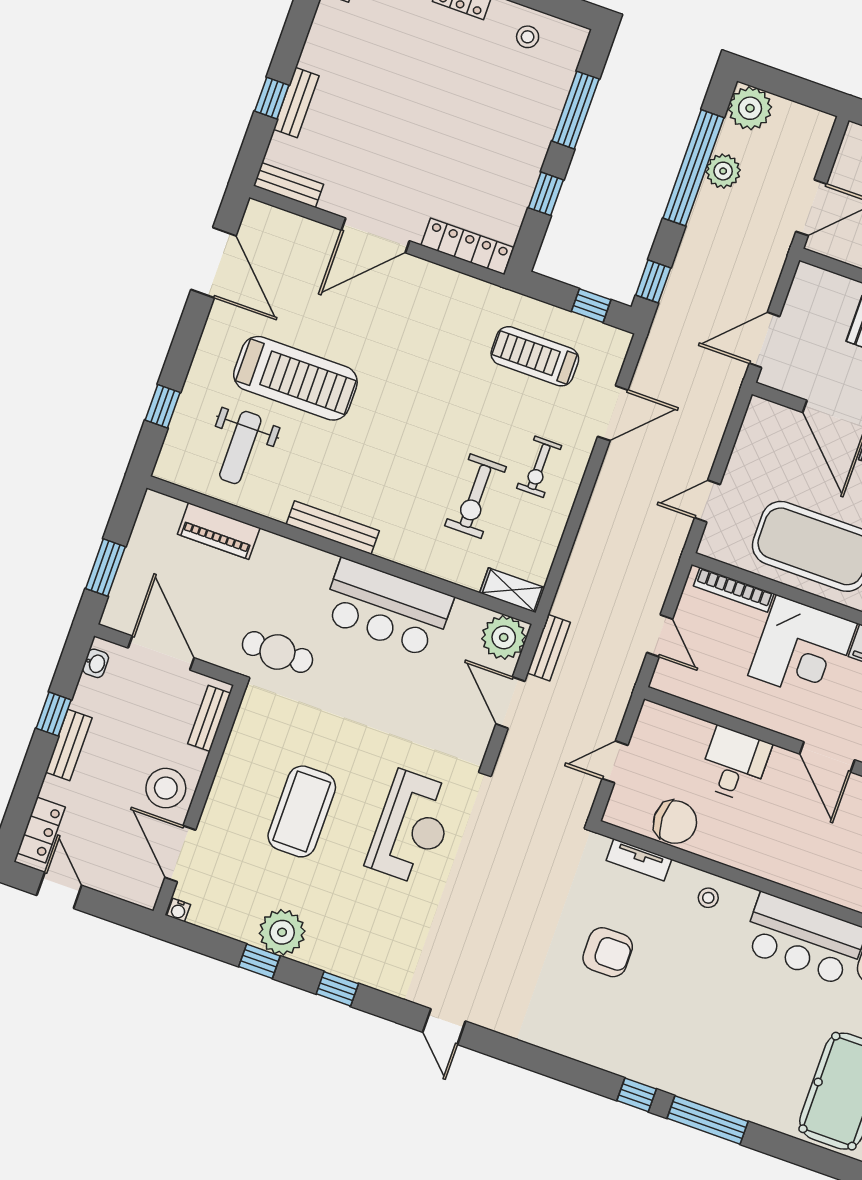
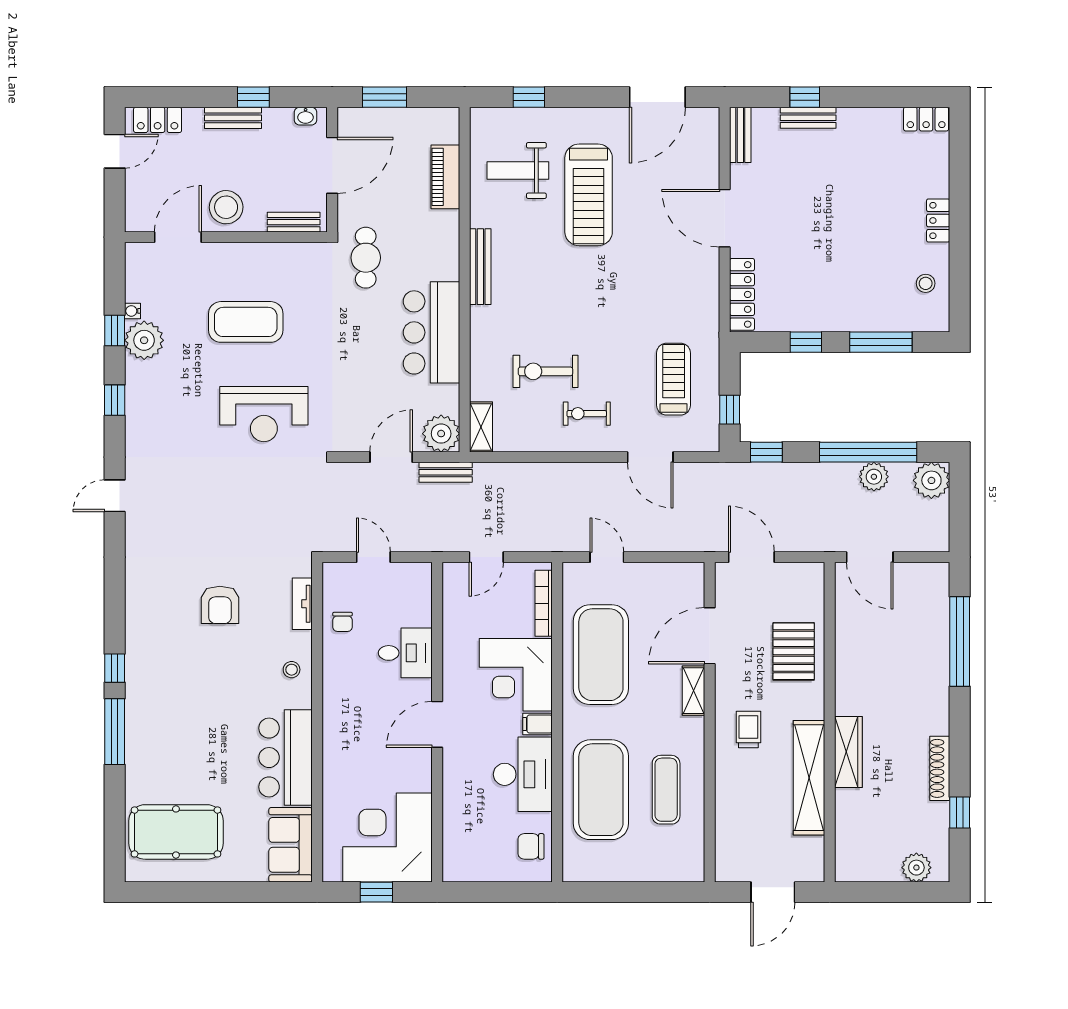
chair: (675, 822) -> (342, 622), width x0.54, depth x0.54
water cooler: (179, 910) -> (133, 311), moved

